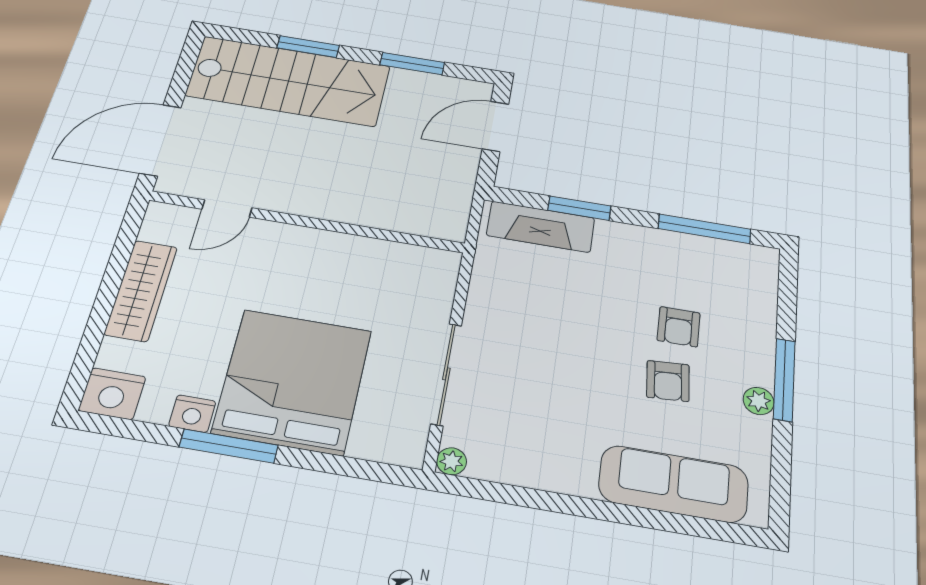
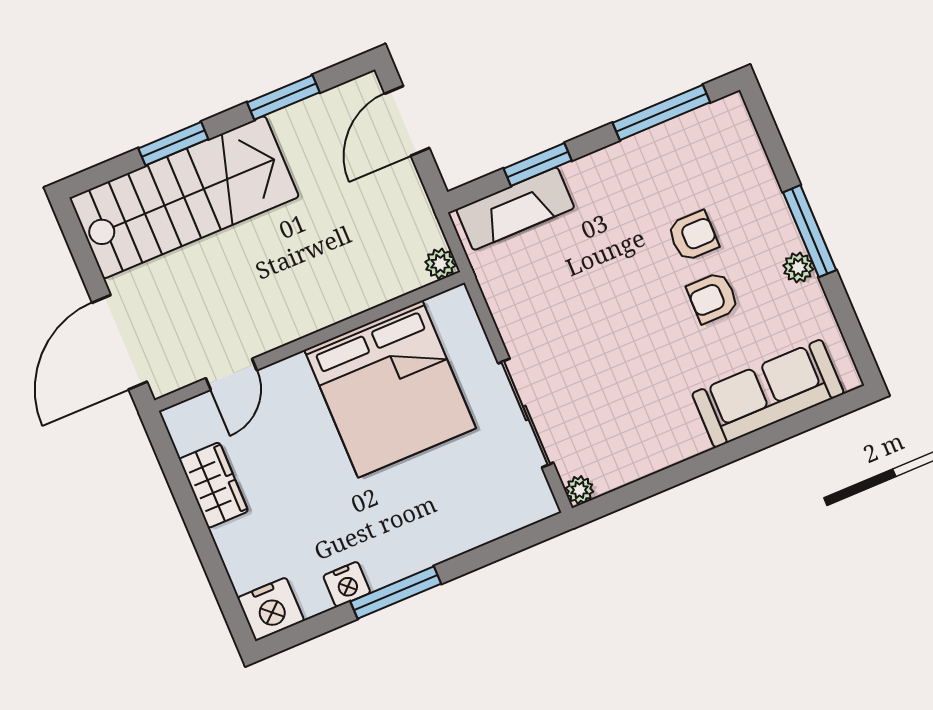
plant: (453, 229) -> (440, 264), added
wardrobe: (141, 290) -> (214, 485), width x0.67
armchair: (679, 327) -> (693, 236), turned -90
bed: (293, 381) -> (390, 389), moved, turned 180
armchair: (668, 381) -> (713, 298), turned 94

